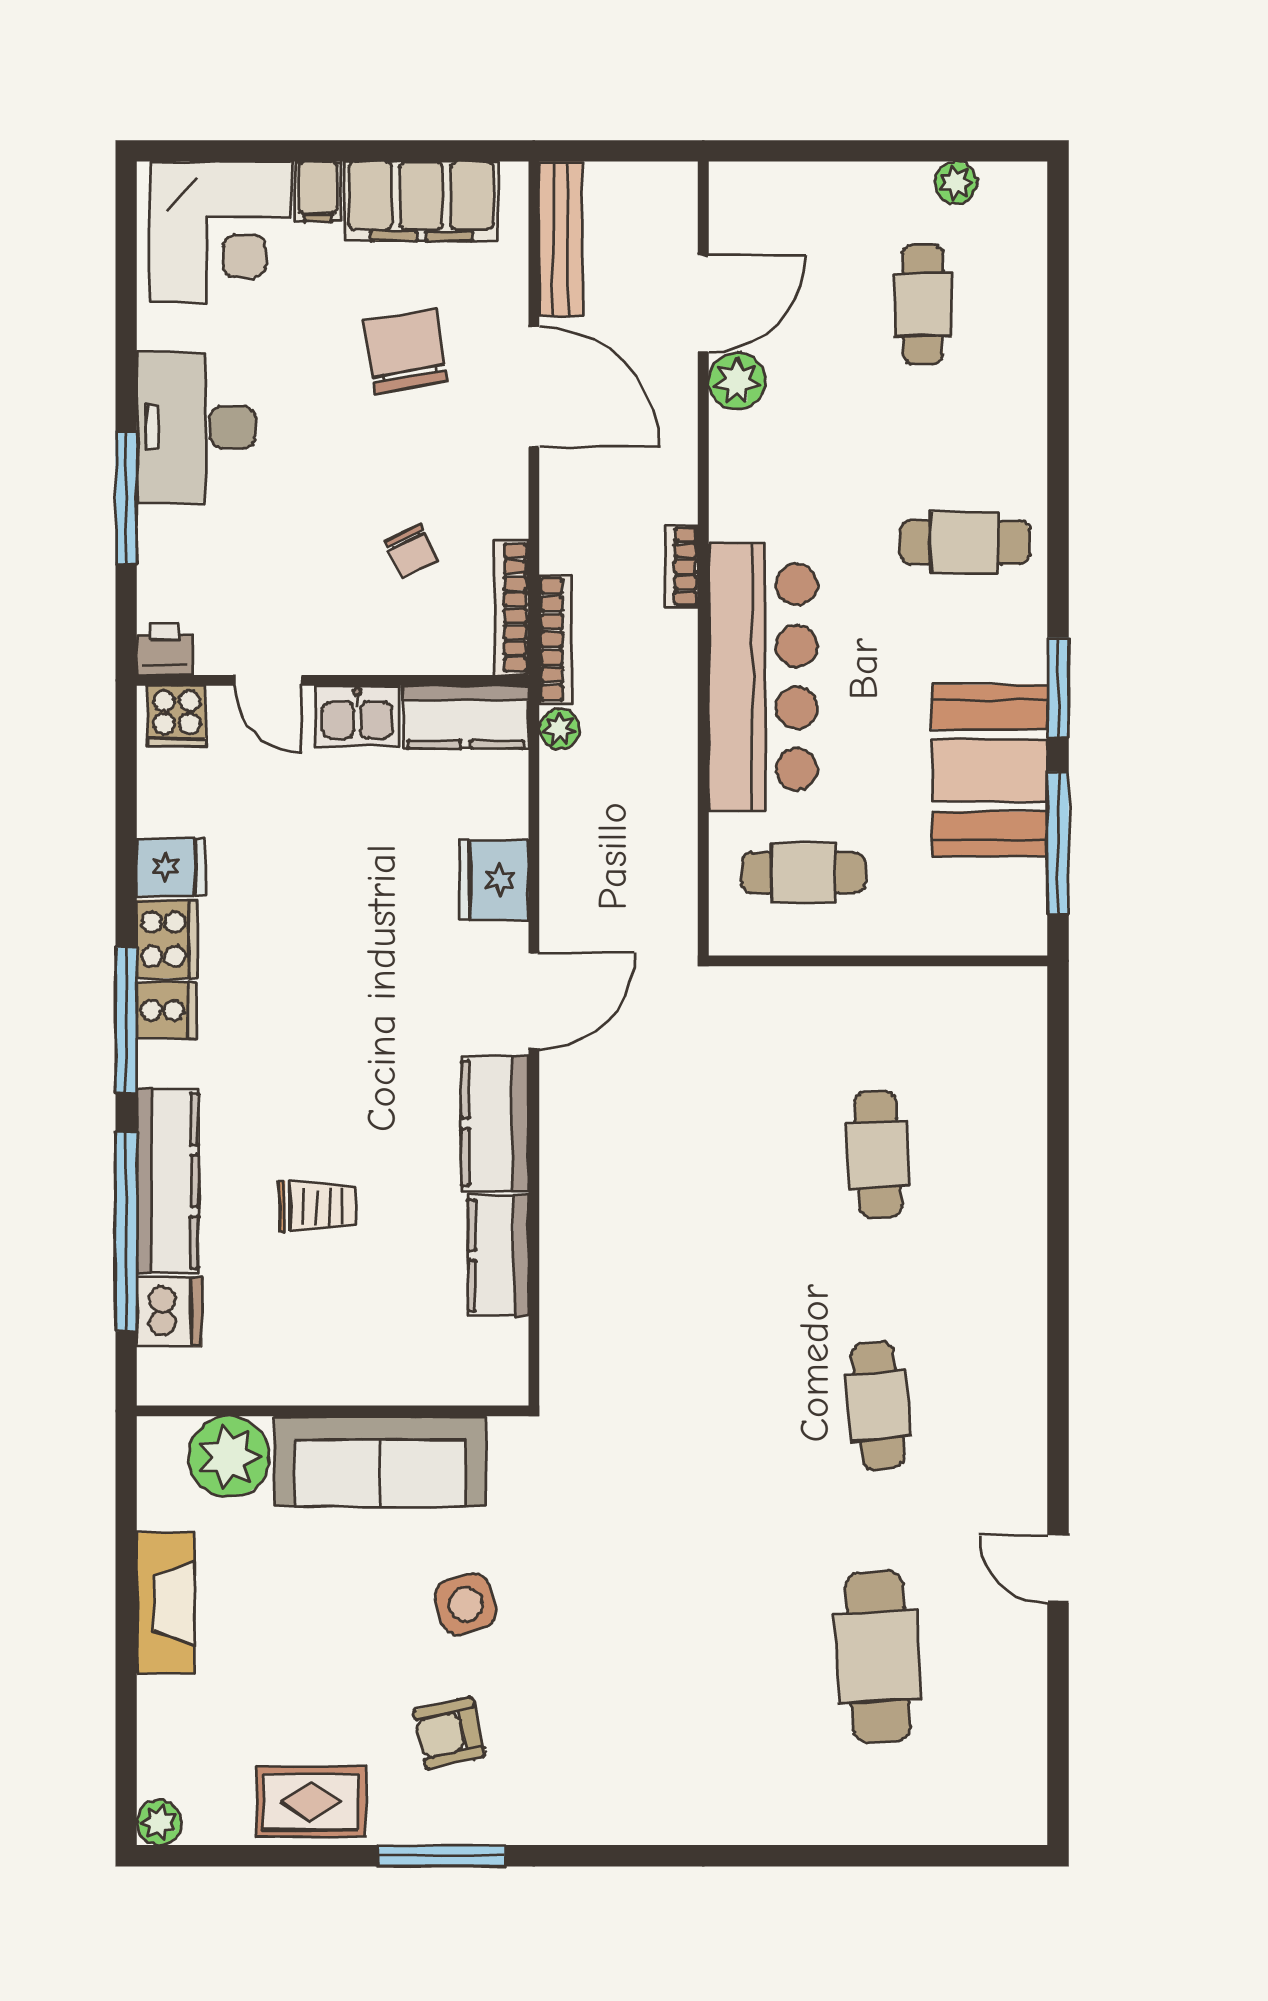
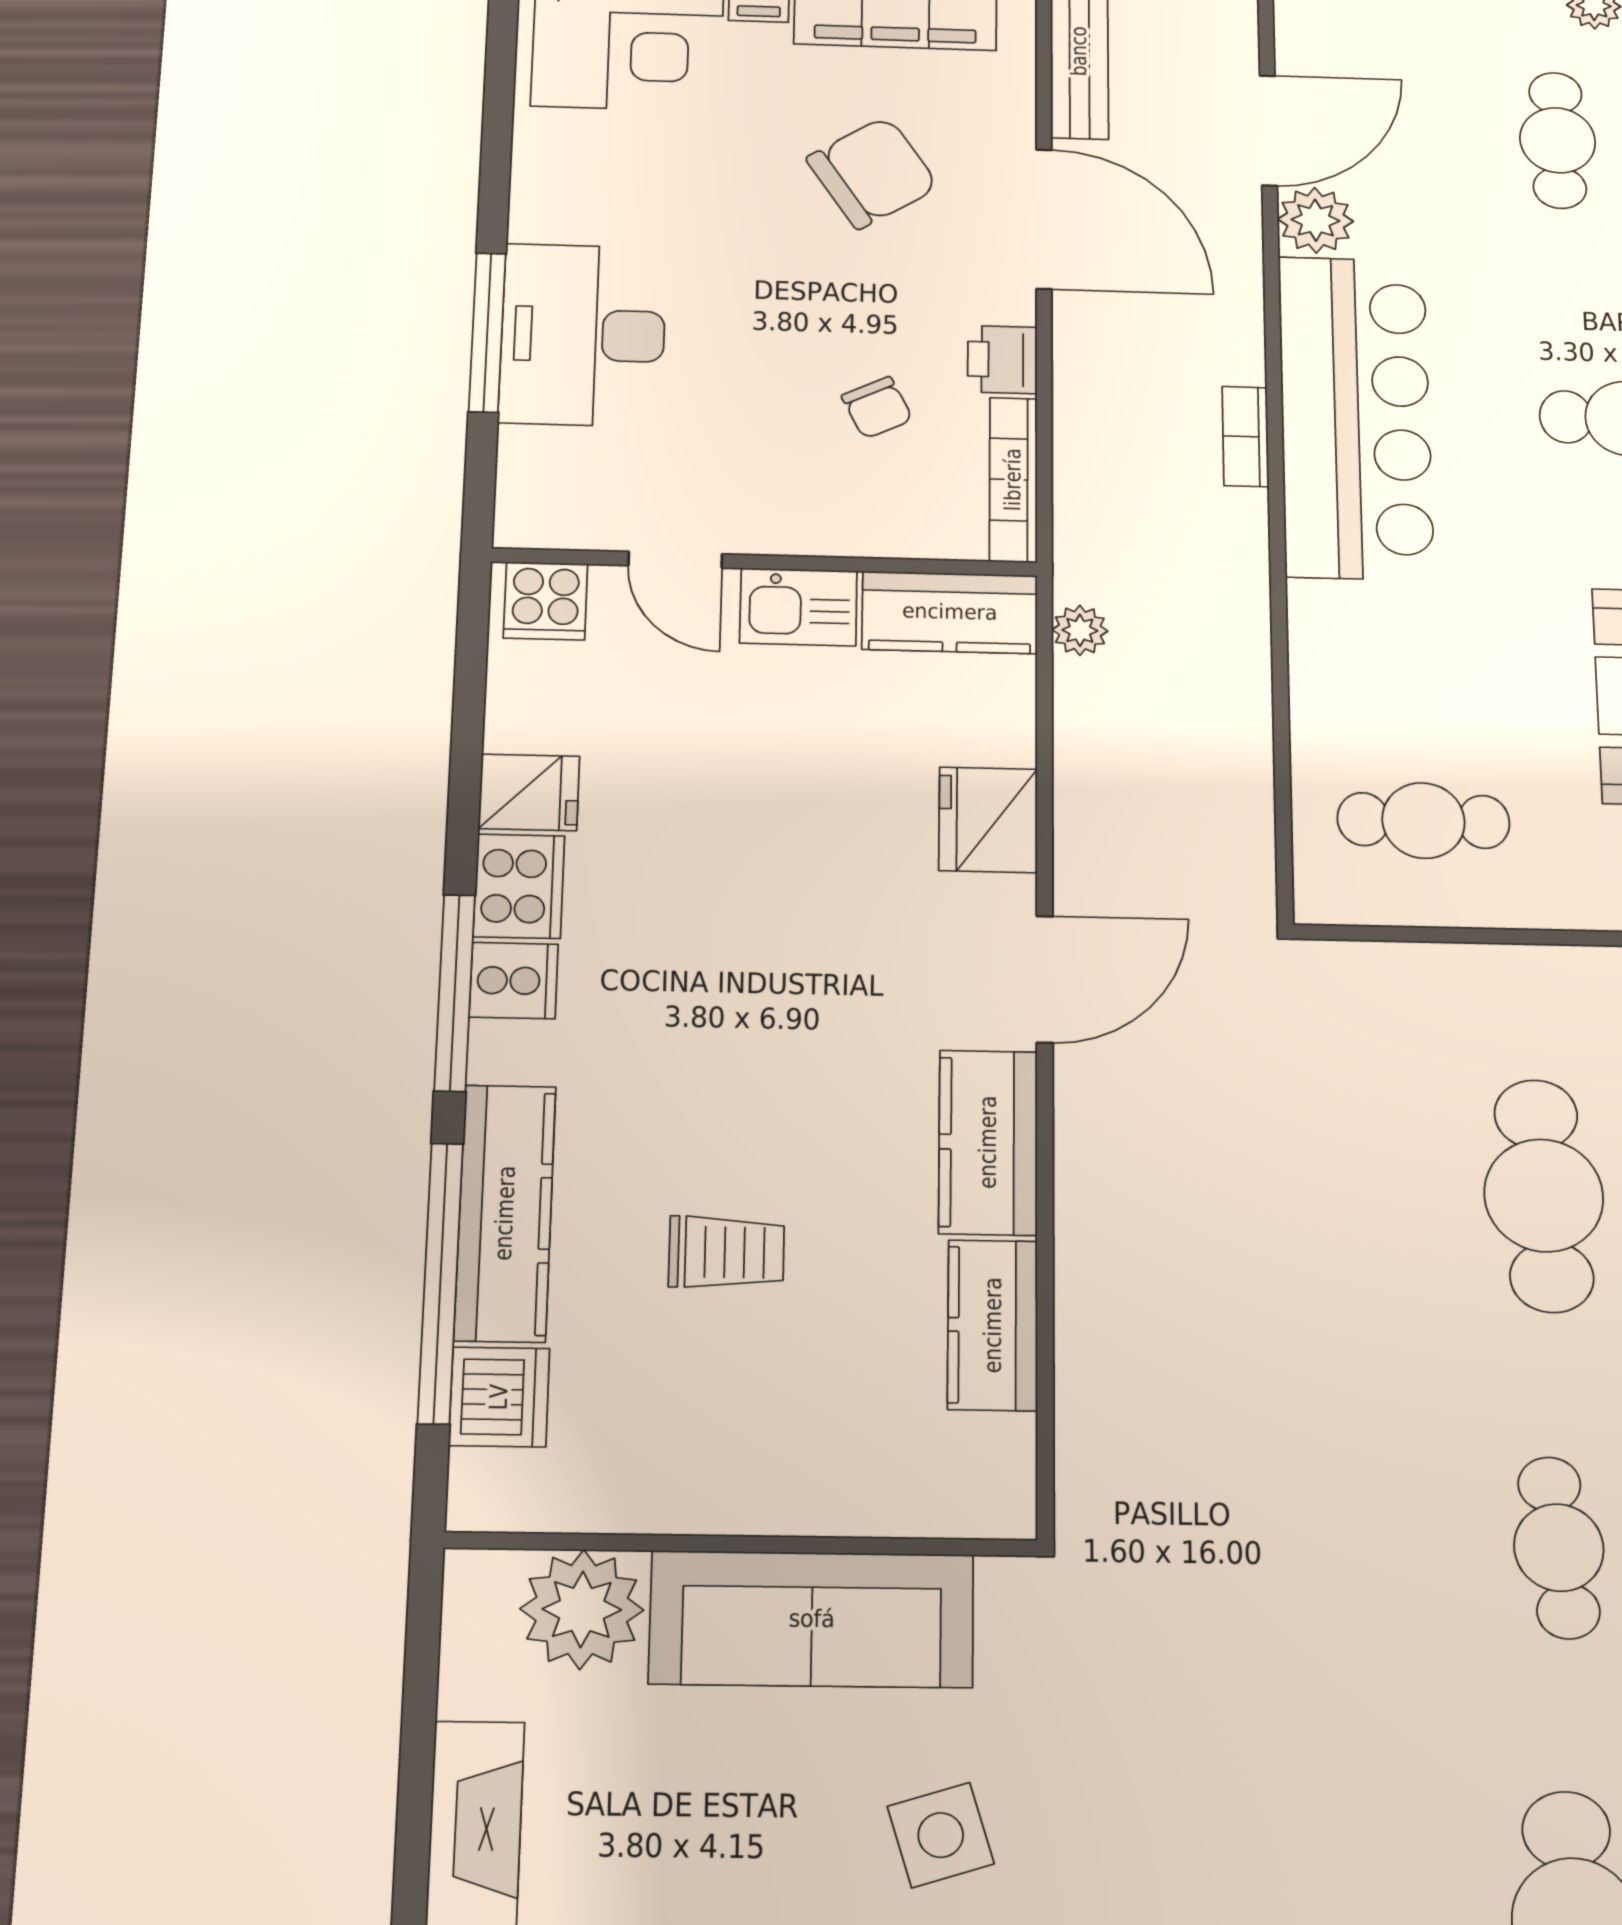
chair: (406, 351) -> (873, 173), turned 67
desk: (196, 427) -> (583, 335), moved
bookcase: (556, 639) -> (1074, 520), removed
printer: (165, 650) -> (1002, 360), moved, turned -90
bar counter: (763, 677) -> (1356, 417), moved
cafe table: (878, 1155) -> (1544, 1195), width x1.37, depth x1.35

